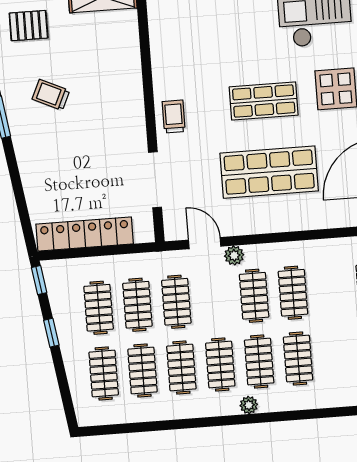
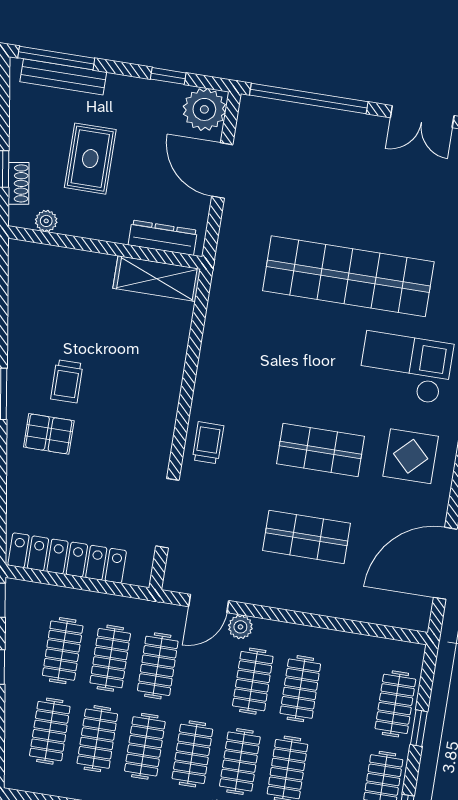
pallet: (29, 26) -> (49, 434), moved
trolley: (51, 95) -> (67, 381), turned -115
shop shelf: (269, 172) -> (307, 537), width x0.70, depth x0.74
door: (205, 243) -> (209, 604), swing flipped

